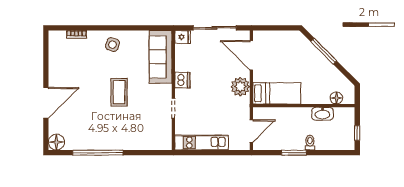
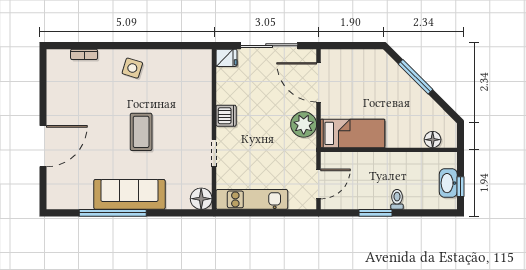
sofa: (161, 57) -> (129, 194), moved, turned 90
washbasin: (323, 114) -> (448, 183), moved, turned 90
floor lamp: (56, 142) -> (201, 199), moved

